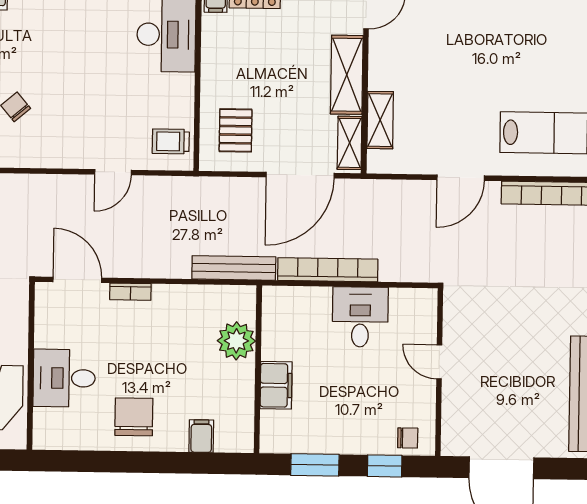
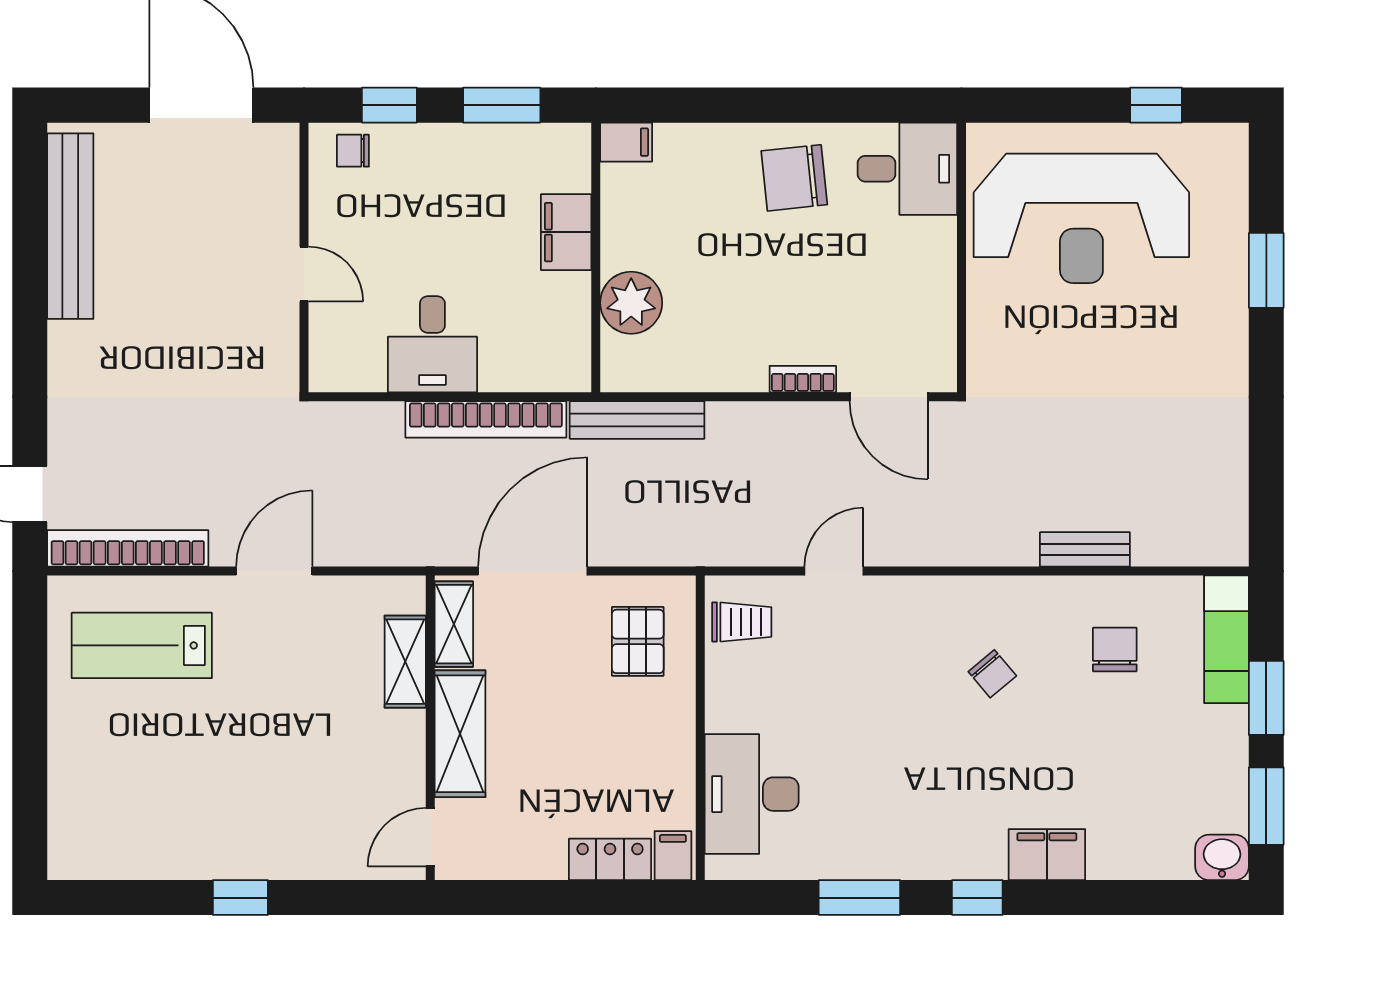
desk: (64, 378) -> (907, 169), moved
chair: (134, 417) -> (794, 178), turned 84
filing cabinet: (201, 436) -> (626, 142), moved, turned -90

